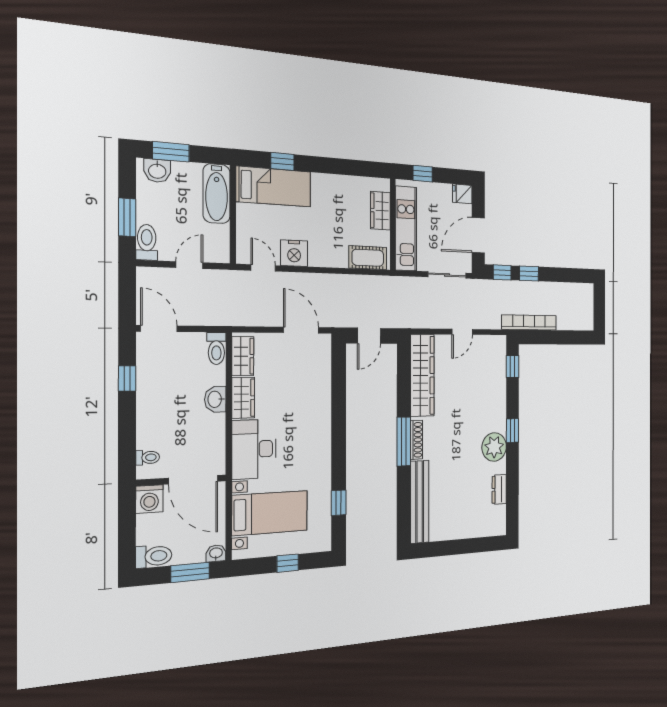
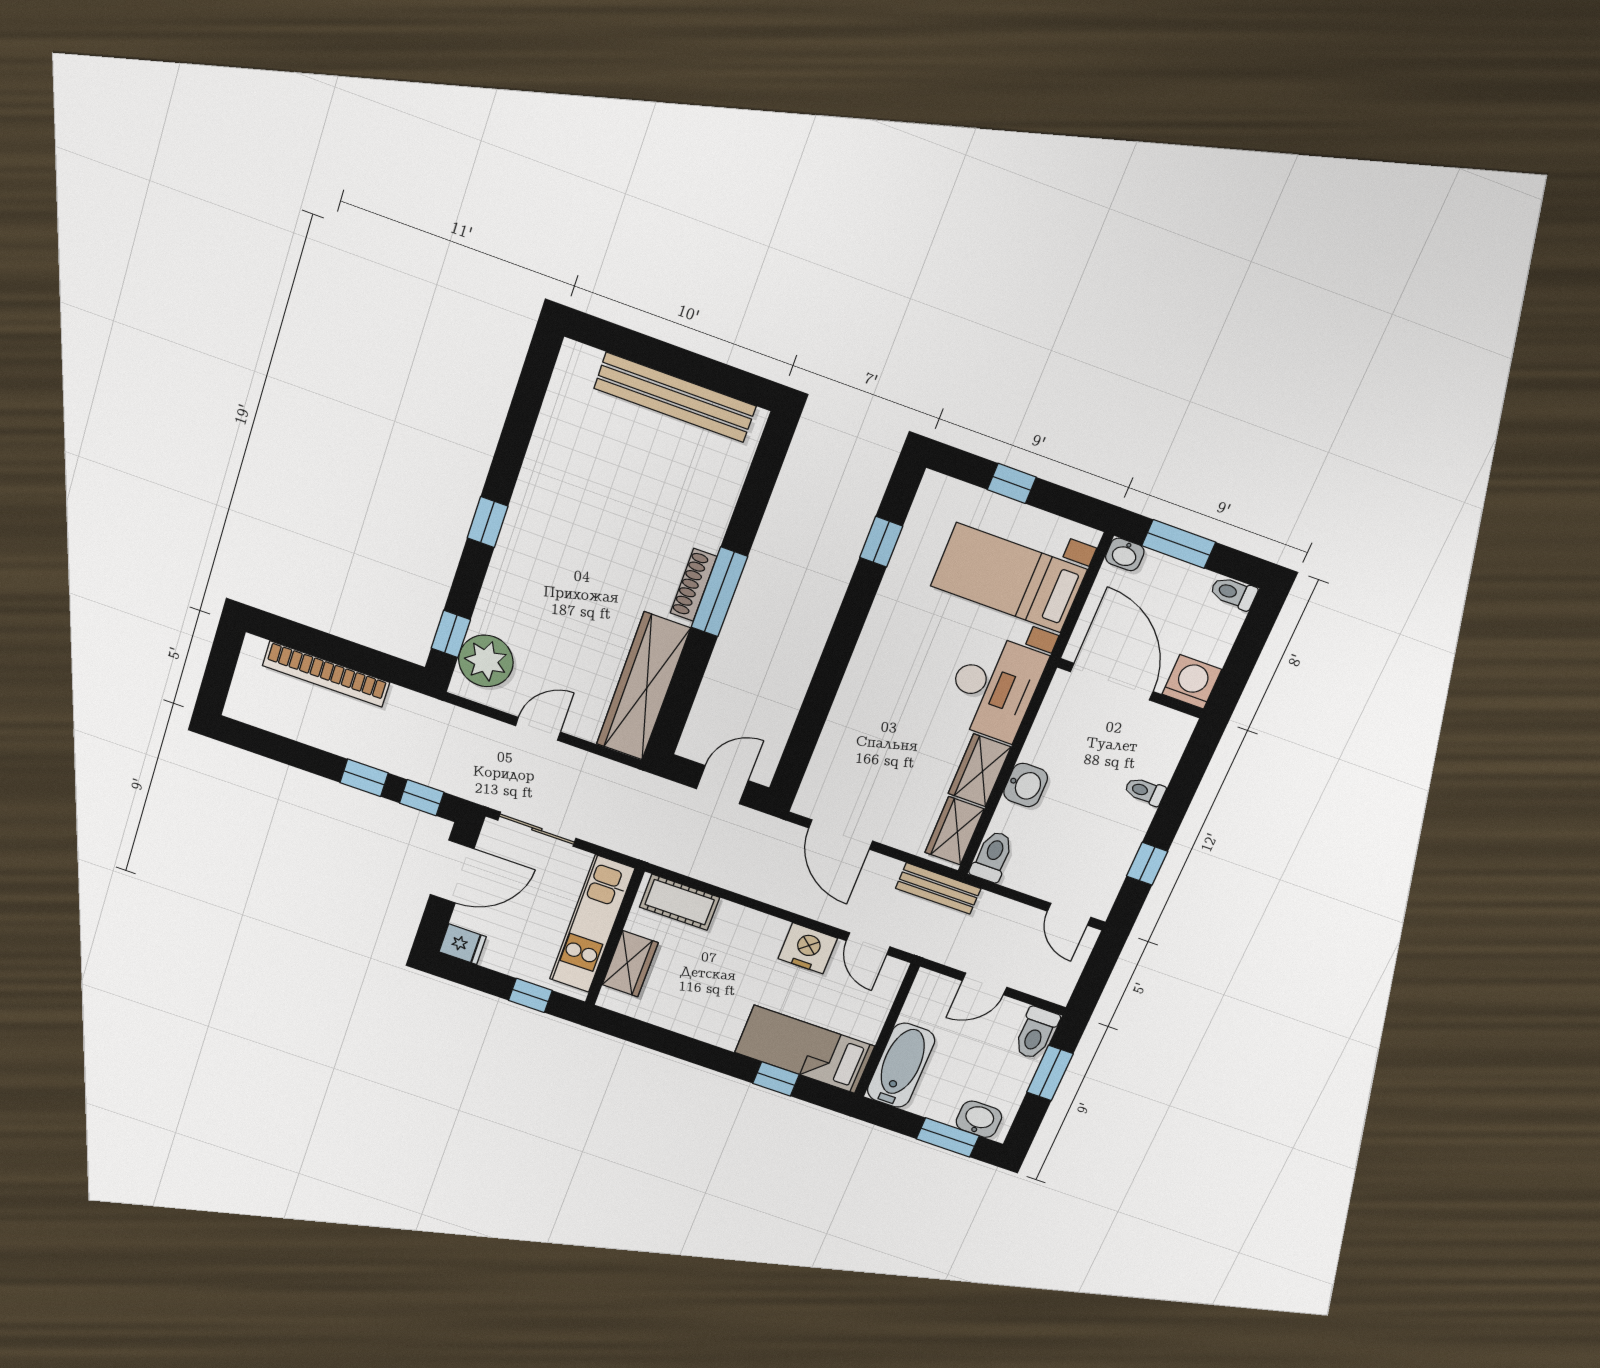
bench: (238, 317) -> (938, 888), added
bookcase: (529, 322) -> (326, 674), moved
door: (159, 329) -> (1069, 914), width x0.73
plant: (494, 447) -> (486, 661), moved
toilet: (148, 457) -> (1145, 791), moved
dresser: (499, 489) -> (551, 428), removed
bench: (420, 502) -> (675, 397), moved, turned 90
toilet: (154, 556) -> (1234, 593), width x0.73, depth x0.72

